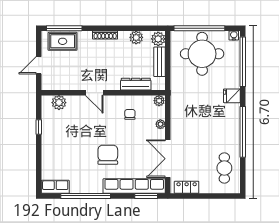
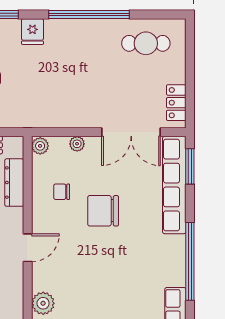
chair: (108, 155) -> (103, 211), moved

